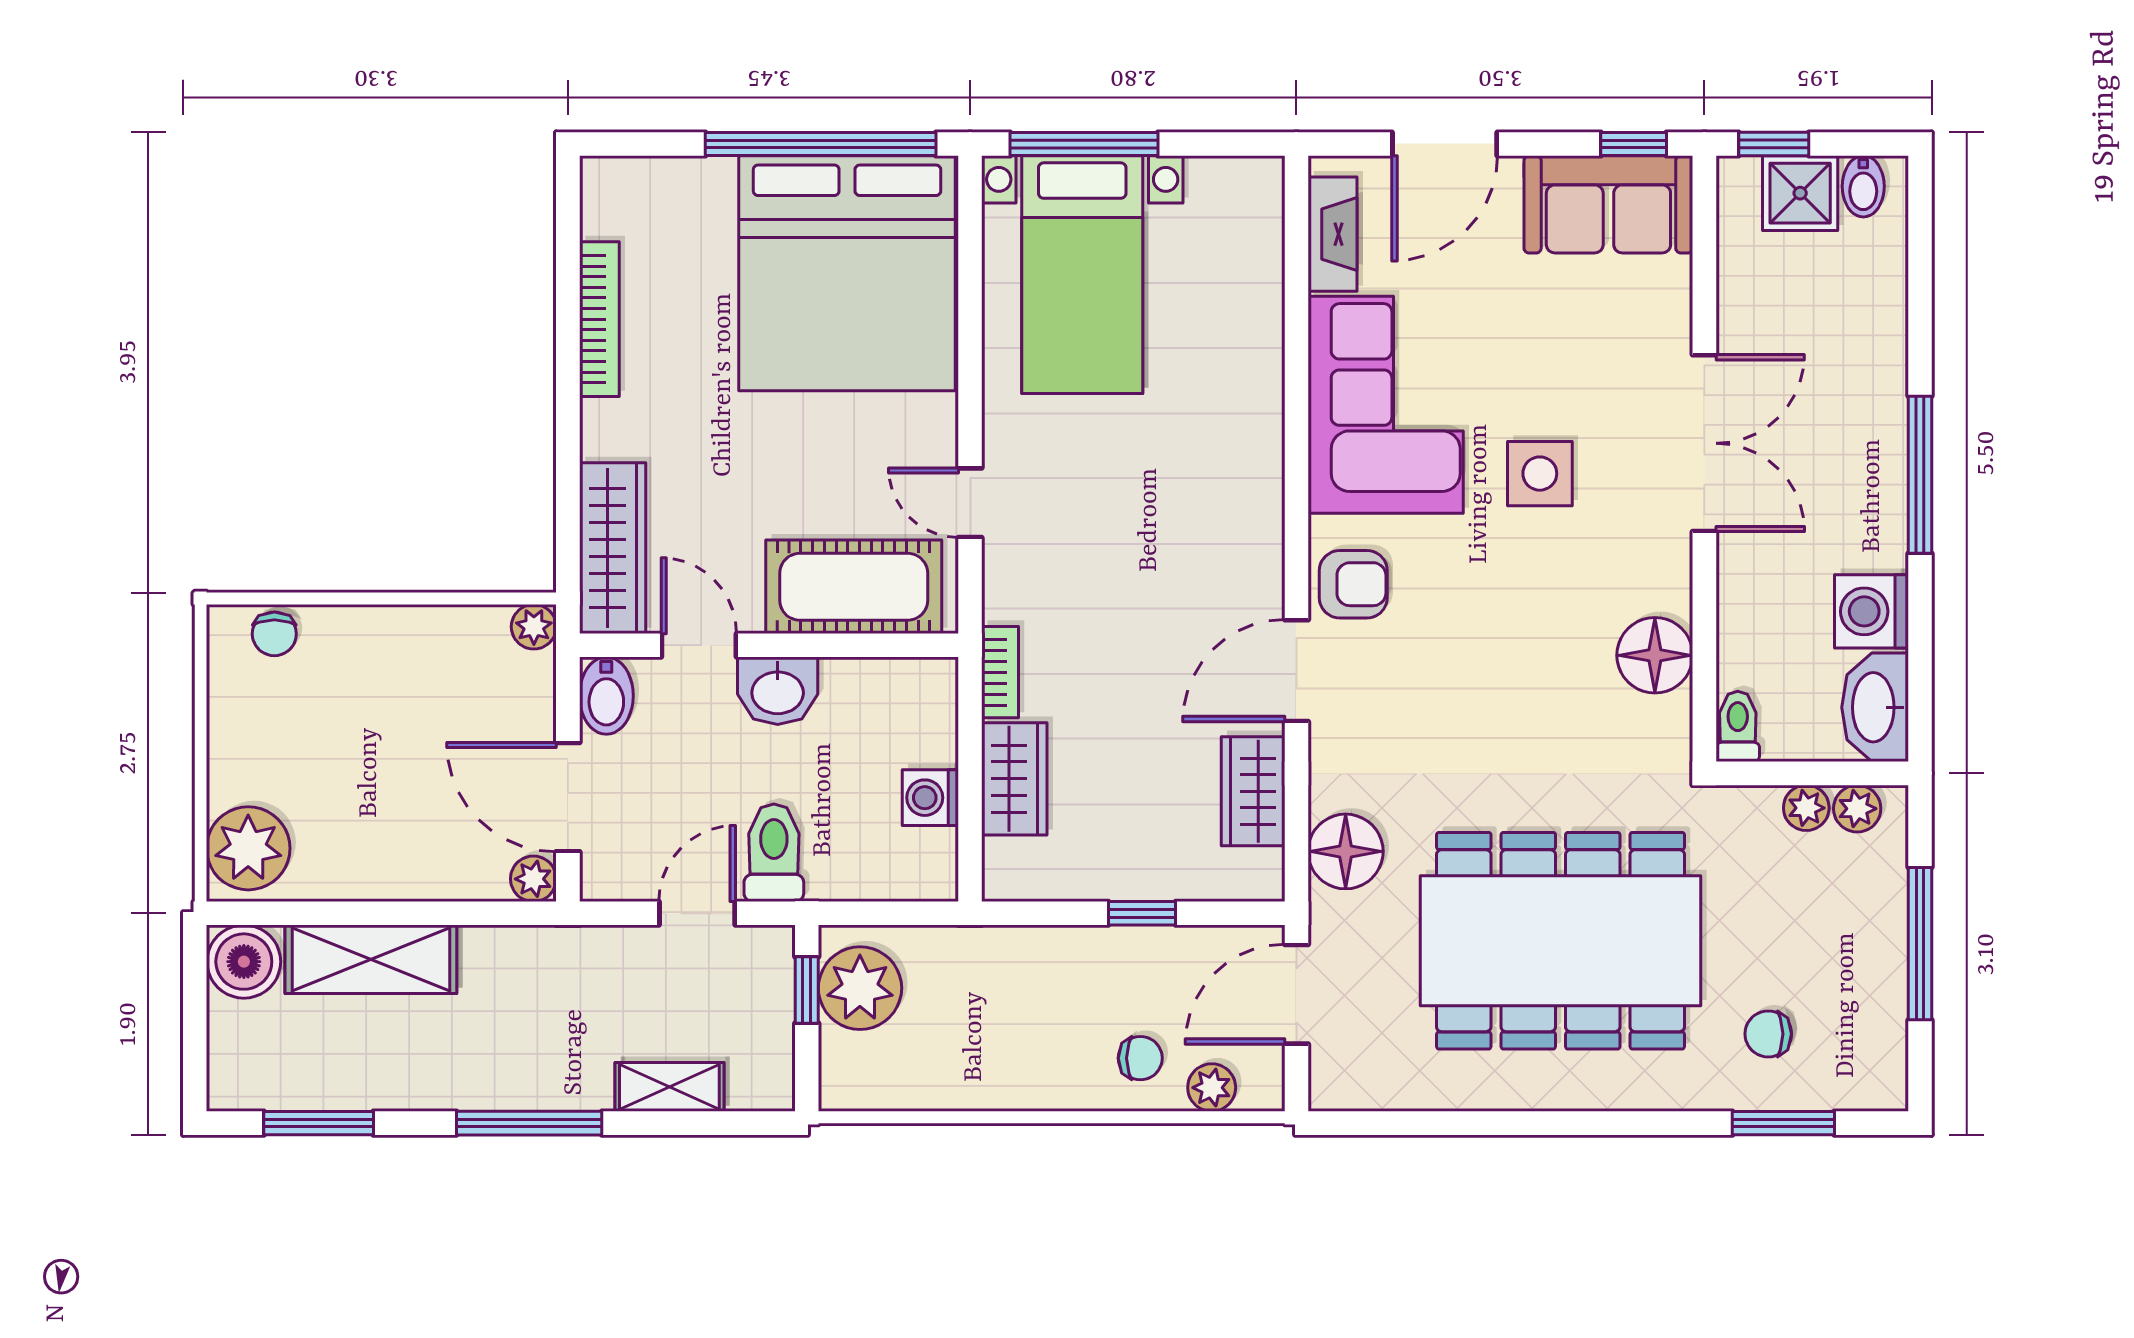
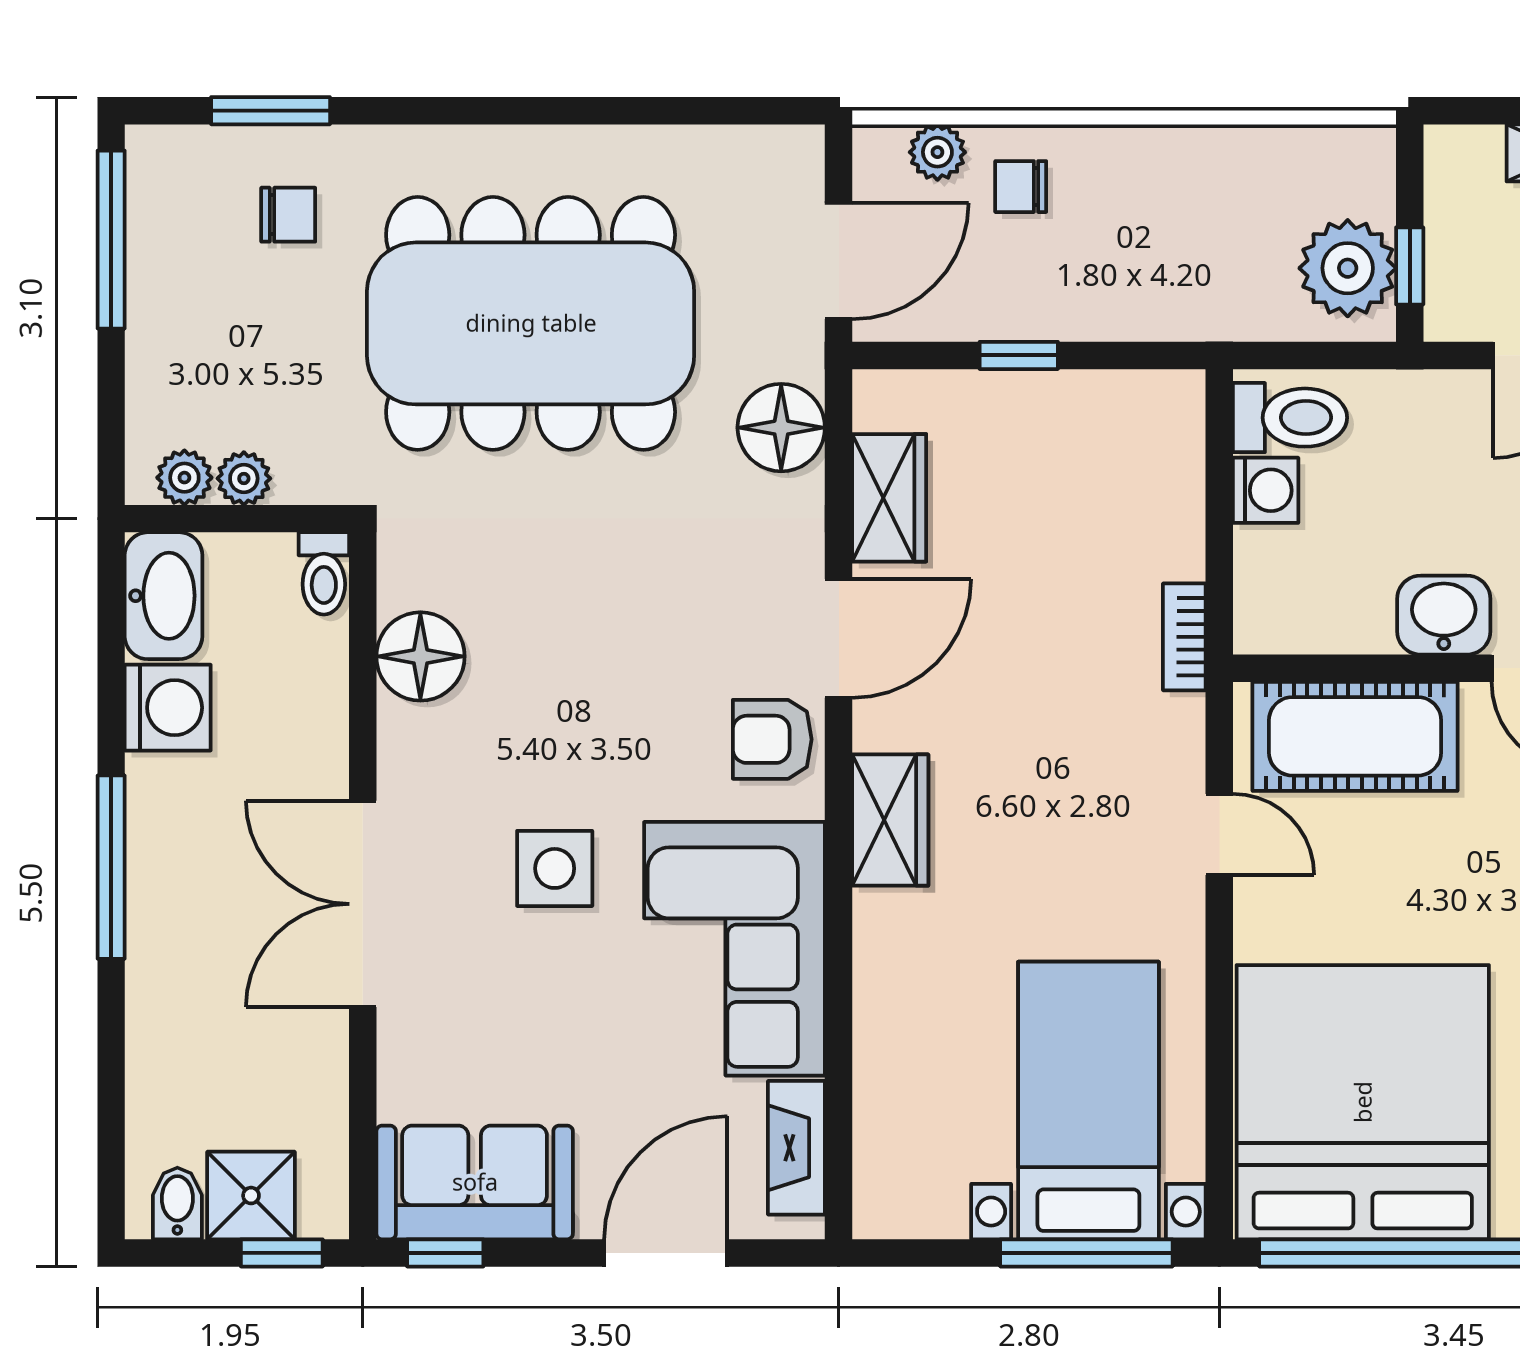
wardrobe: (1014, 779) -> (890, 820), moved, turned 180
toilet: (774, 853) -> (1290, 418), moved, turned -90
window: (1920, 944) -> (111, 240), moved

